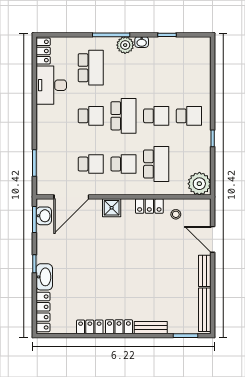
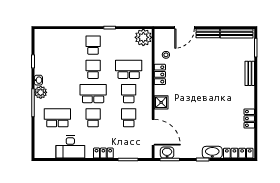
locker: (43, 51) -> (103, 153), moved
locker: (119, 327) -> (249, 97), removed

